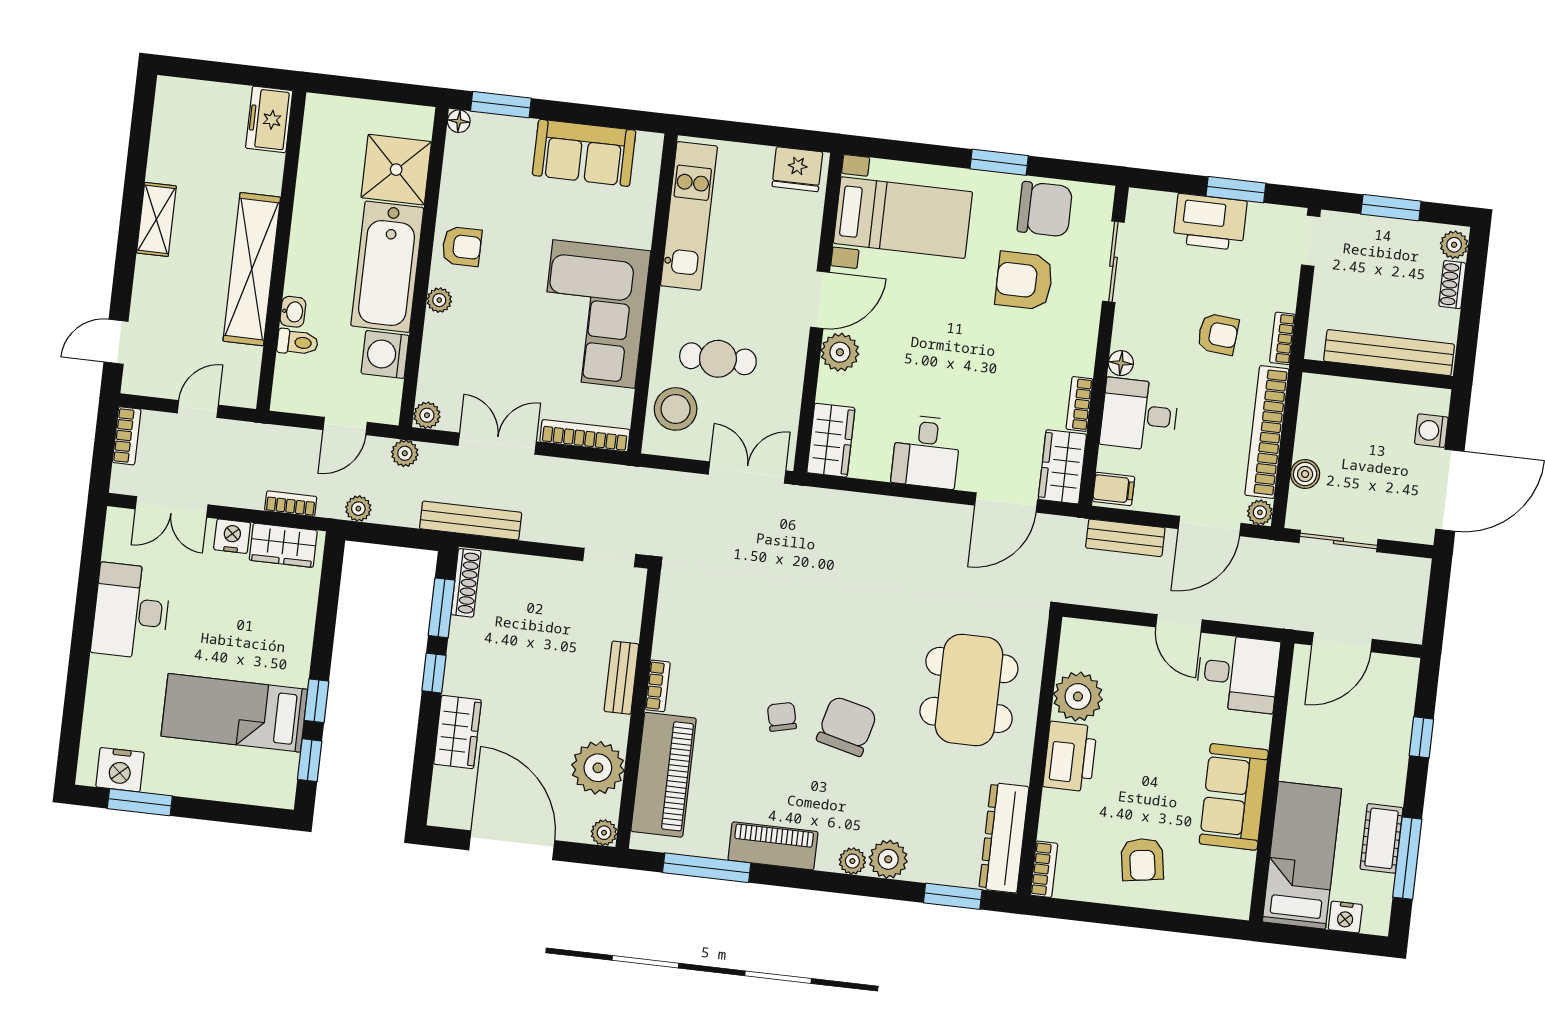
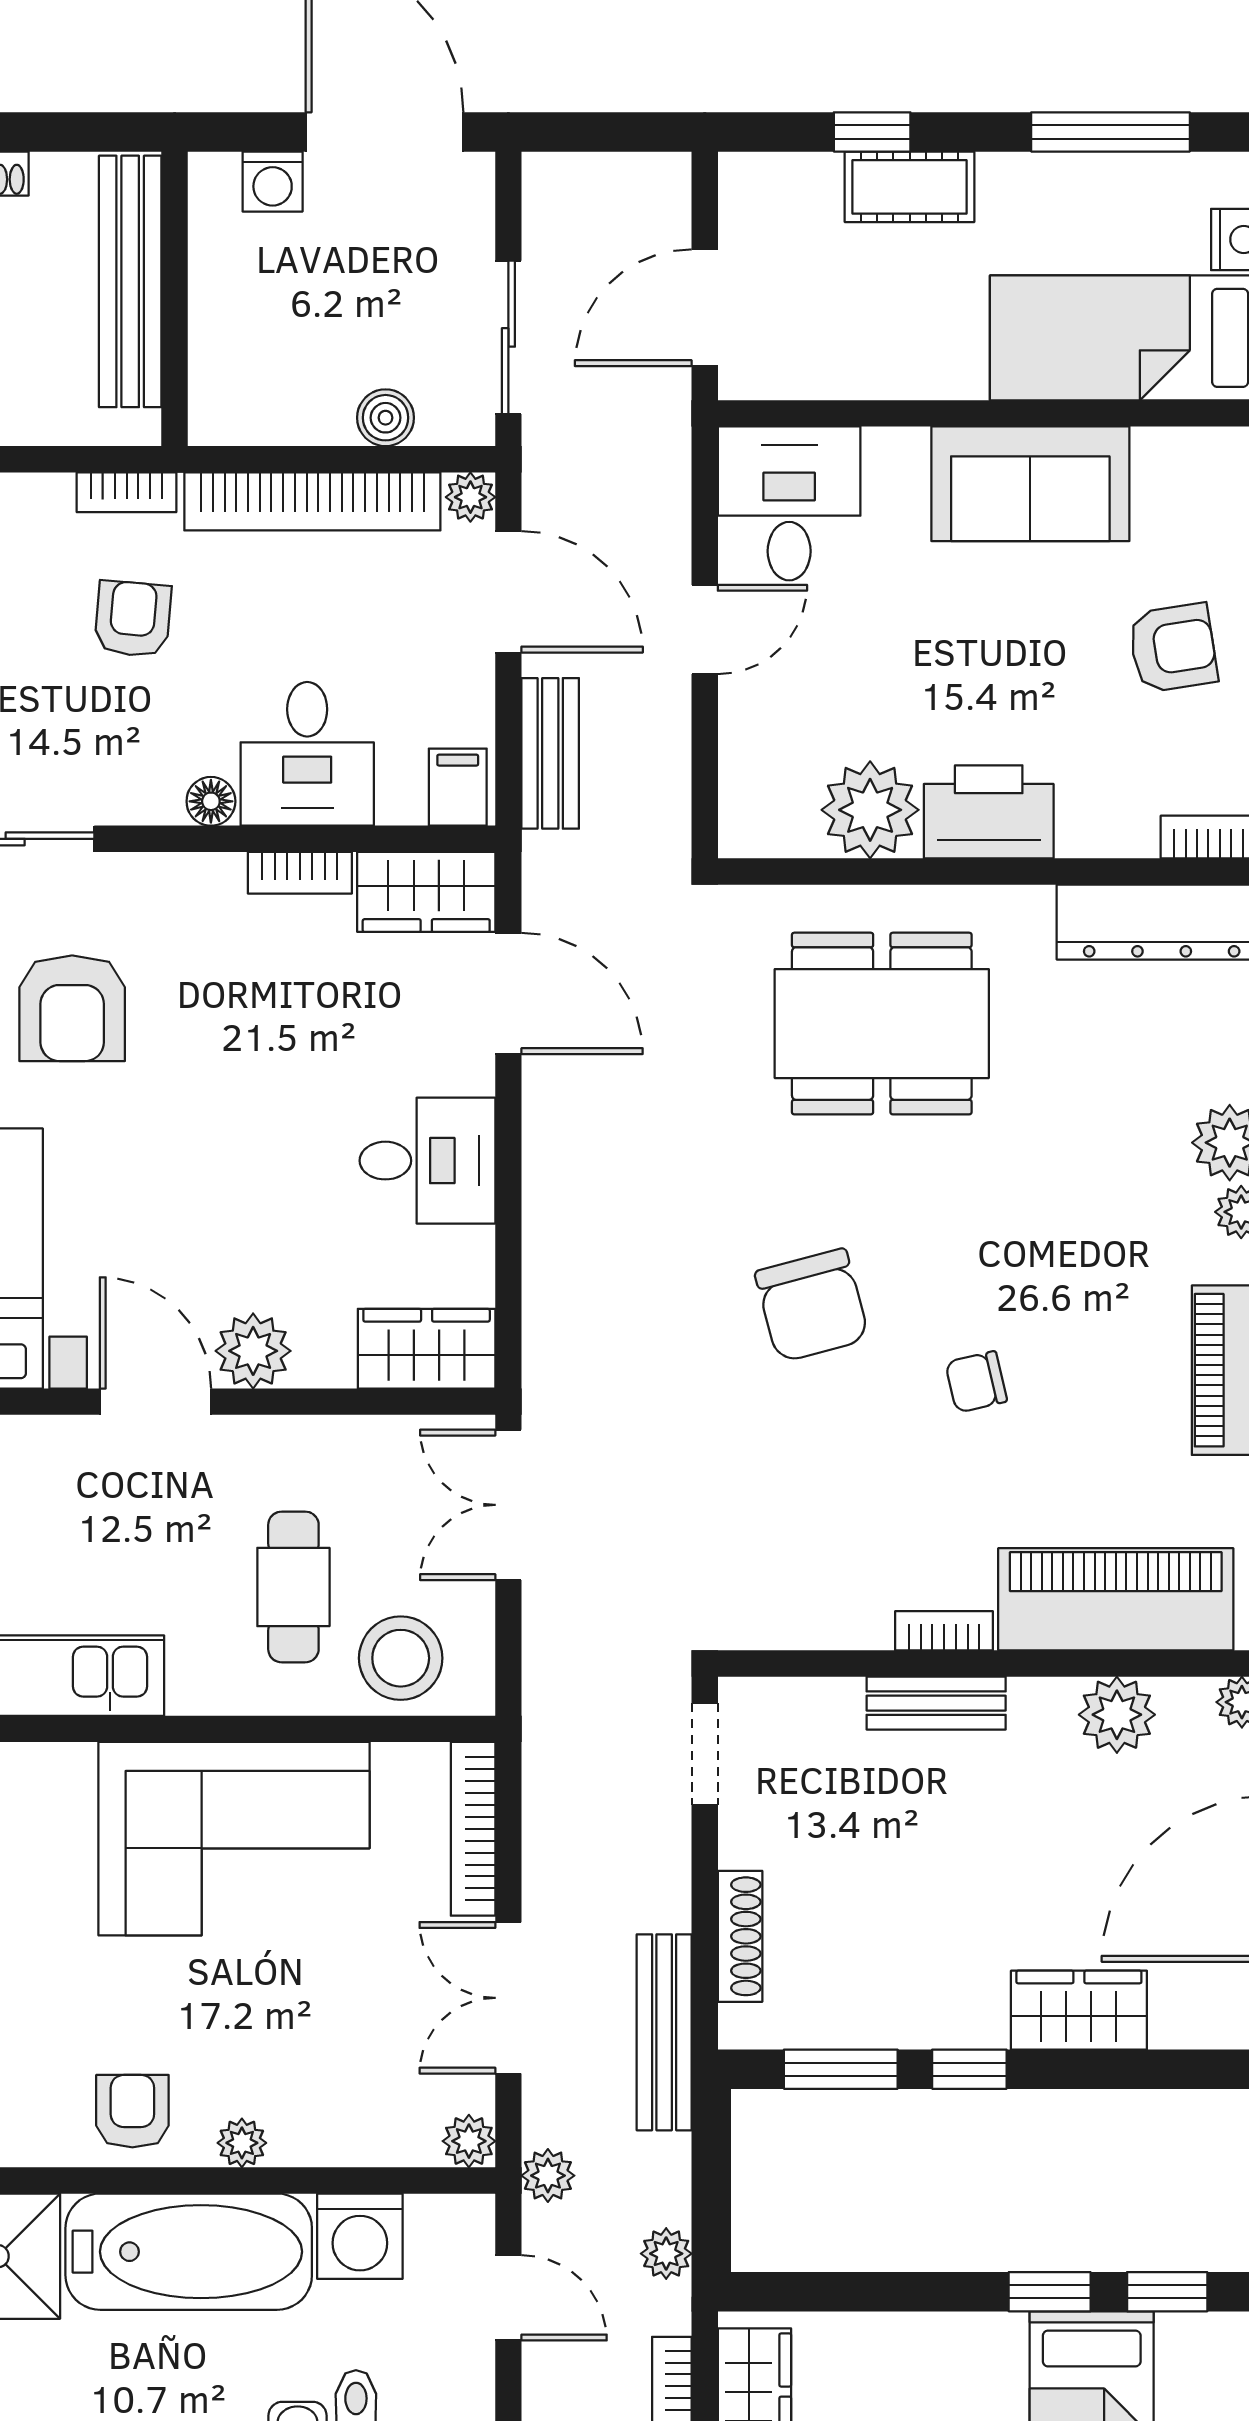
shoe rack: (466, 583) -> (740, 1936), moved, turned 90
door: (1342, 642) -> (705, 308), swing flipped
chair: (847, 726) -> (812, 1305), moved, turned -119
plant: (598, 768) -> (1117, 1715), width x0.73, depth x0.73
cot: (1381, 838) -> (910, 187), moved

